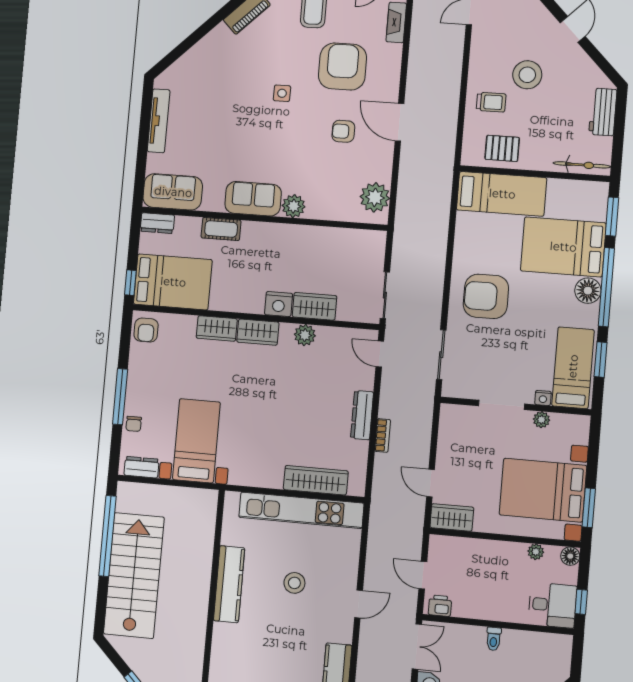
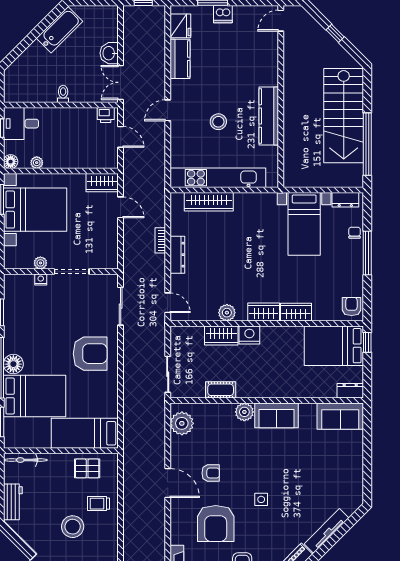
tv unit: (159, 121) -> (327, 531), moved, turned 45
cot: (221, 229) -> (221, 390), moved
sliding door: (385, 295) -> (168, 374), moved
bed: (573, 368) -> (20, 304), removed

